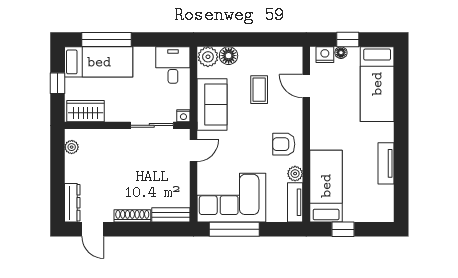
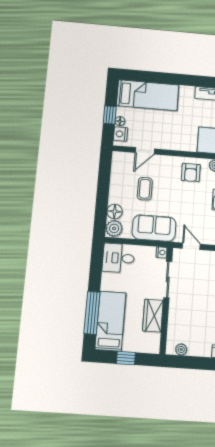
coffee table: (259, 90) -> (145, 189), turned 90
wardrobe: (86, 111) -> (153, 316), moved

